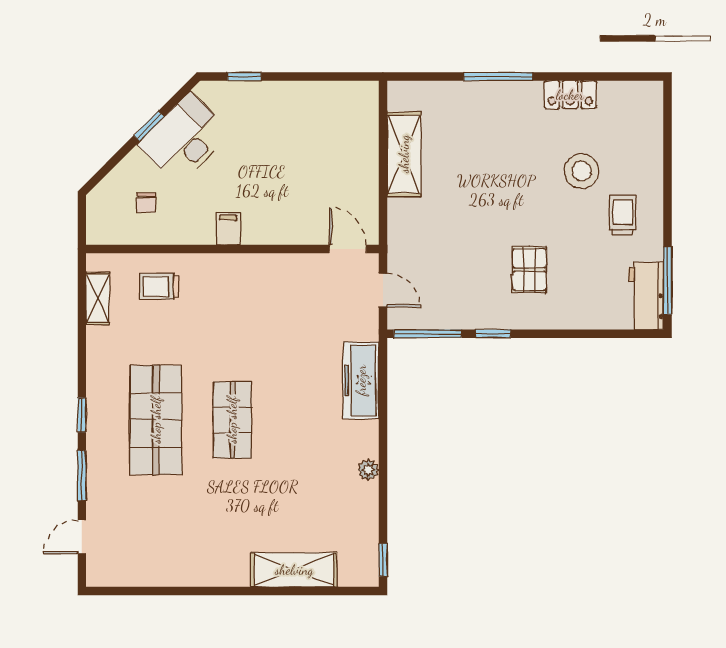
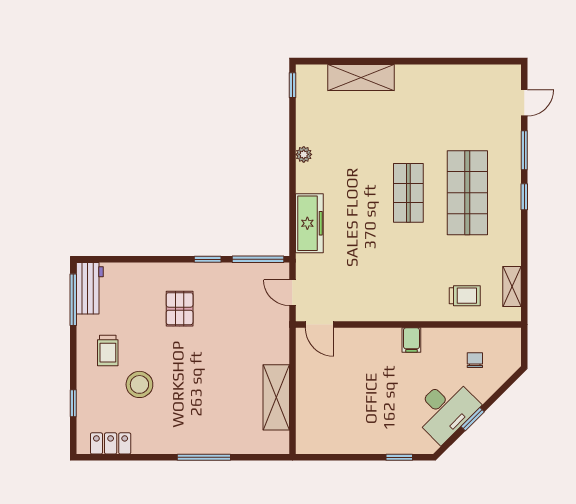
locker: (570, 95) -> (111, 443), moved
window: (668, 147) -> (73, 403), added

